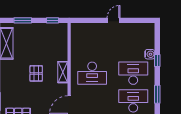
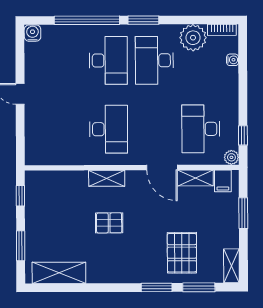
water cooler: (150, 54) -> (32, 33), moved
window: (157, 61) -> (87, 20), width x3.17
desk: (133, 73) -> (108, 60), turned 180

